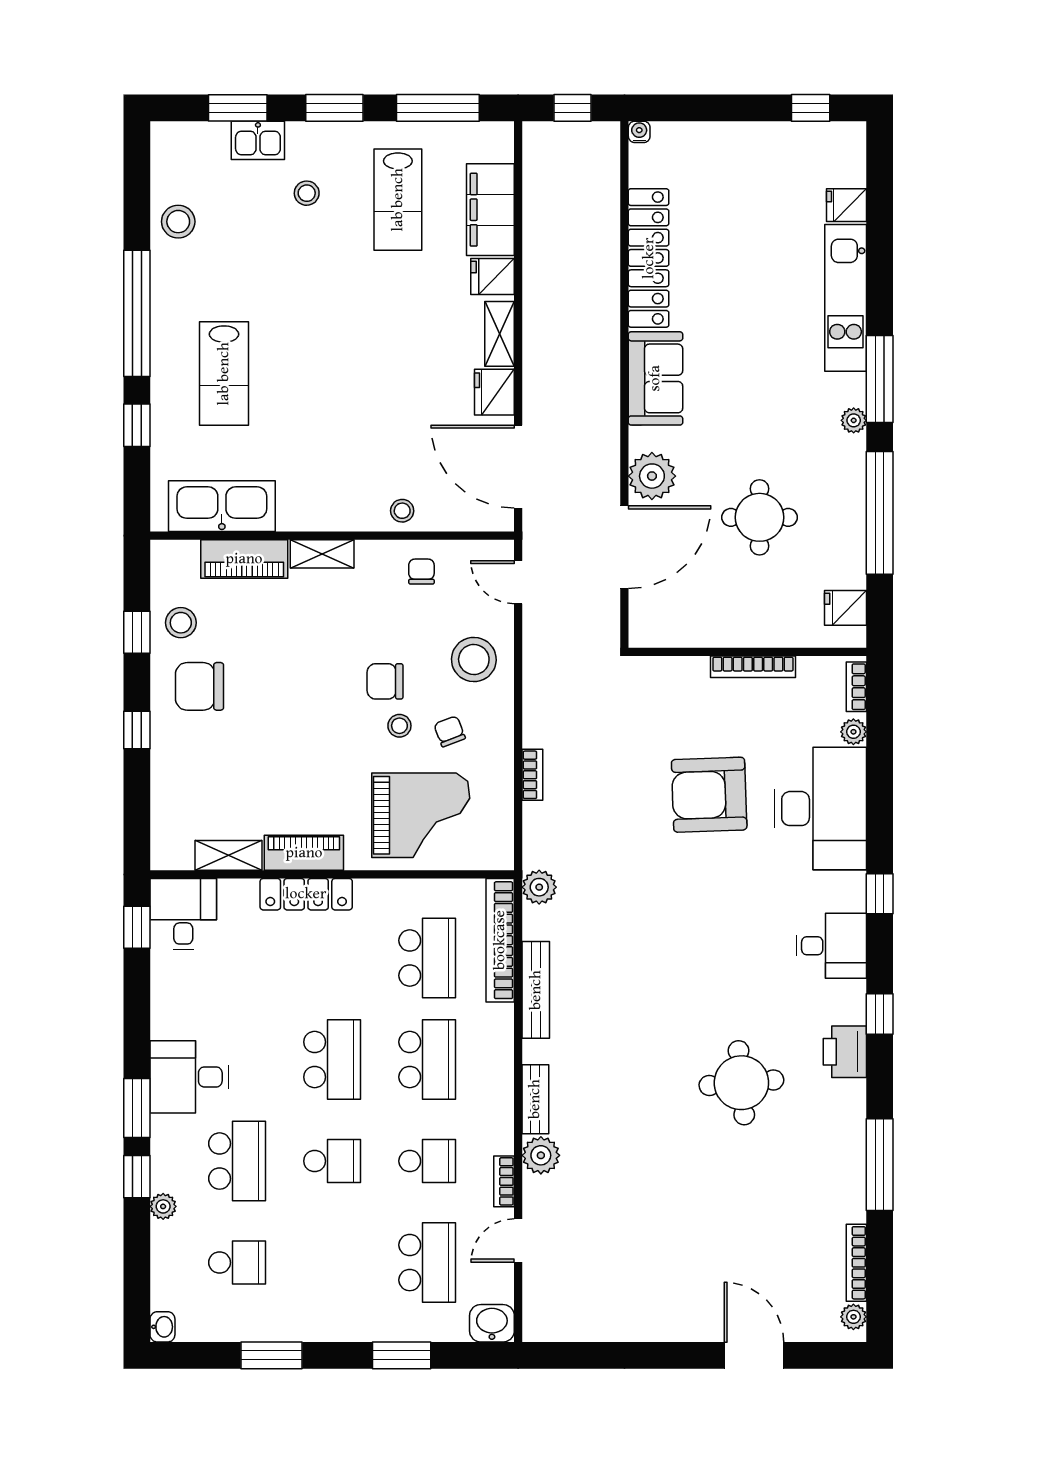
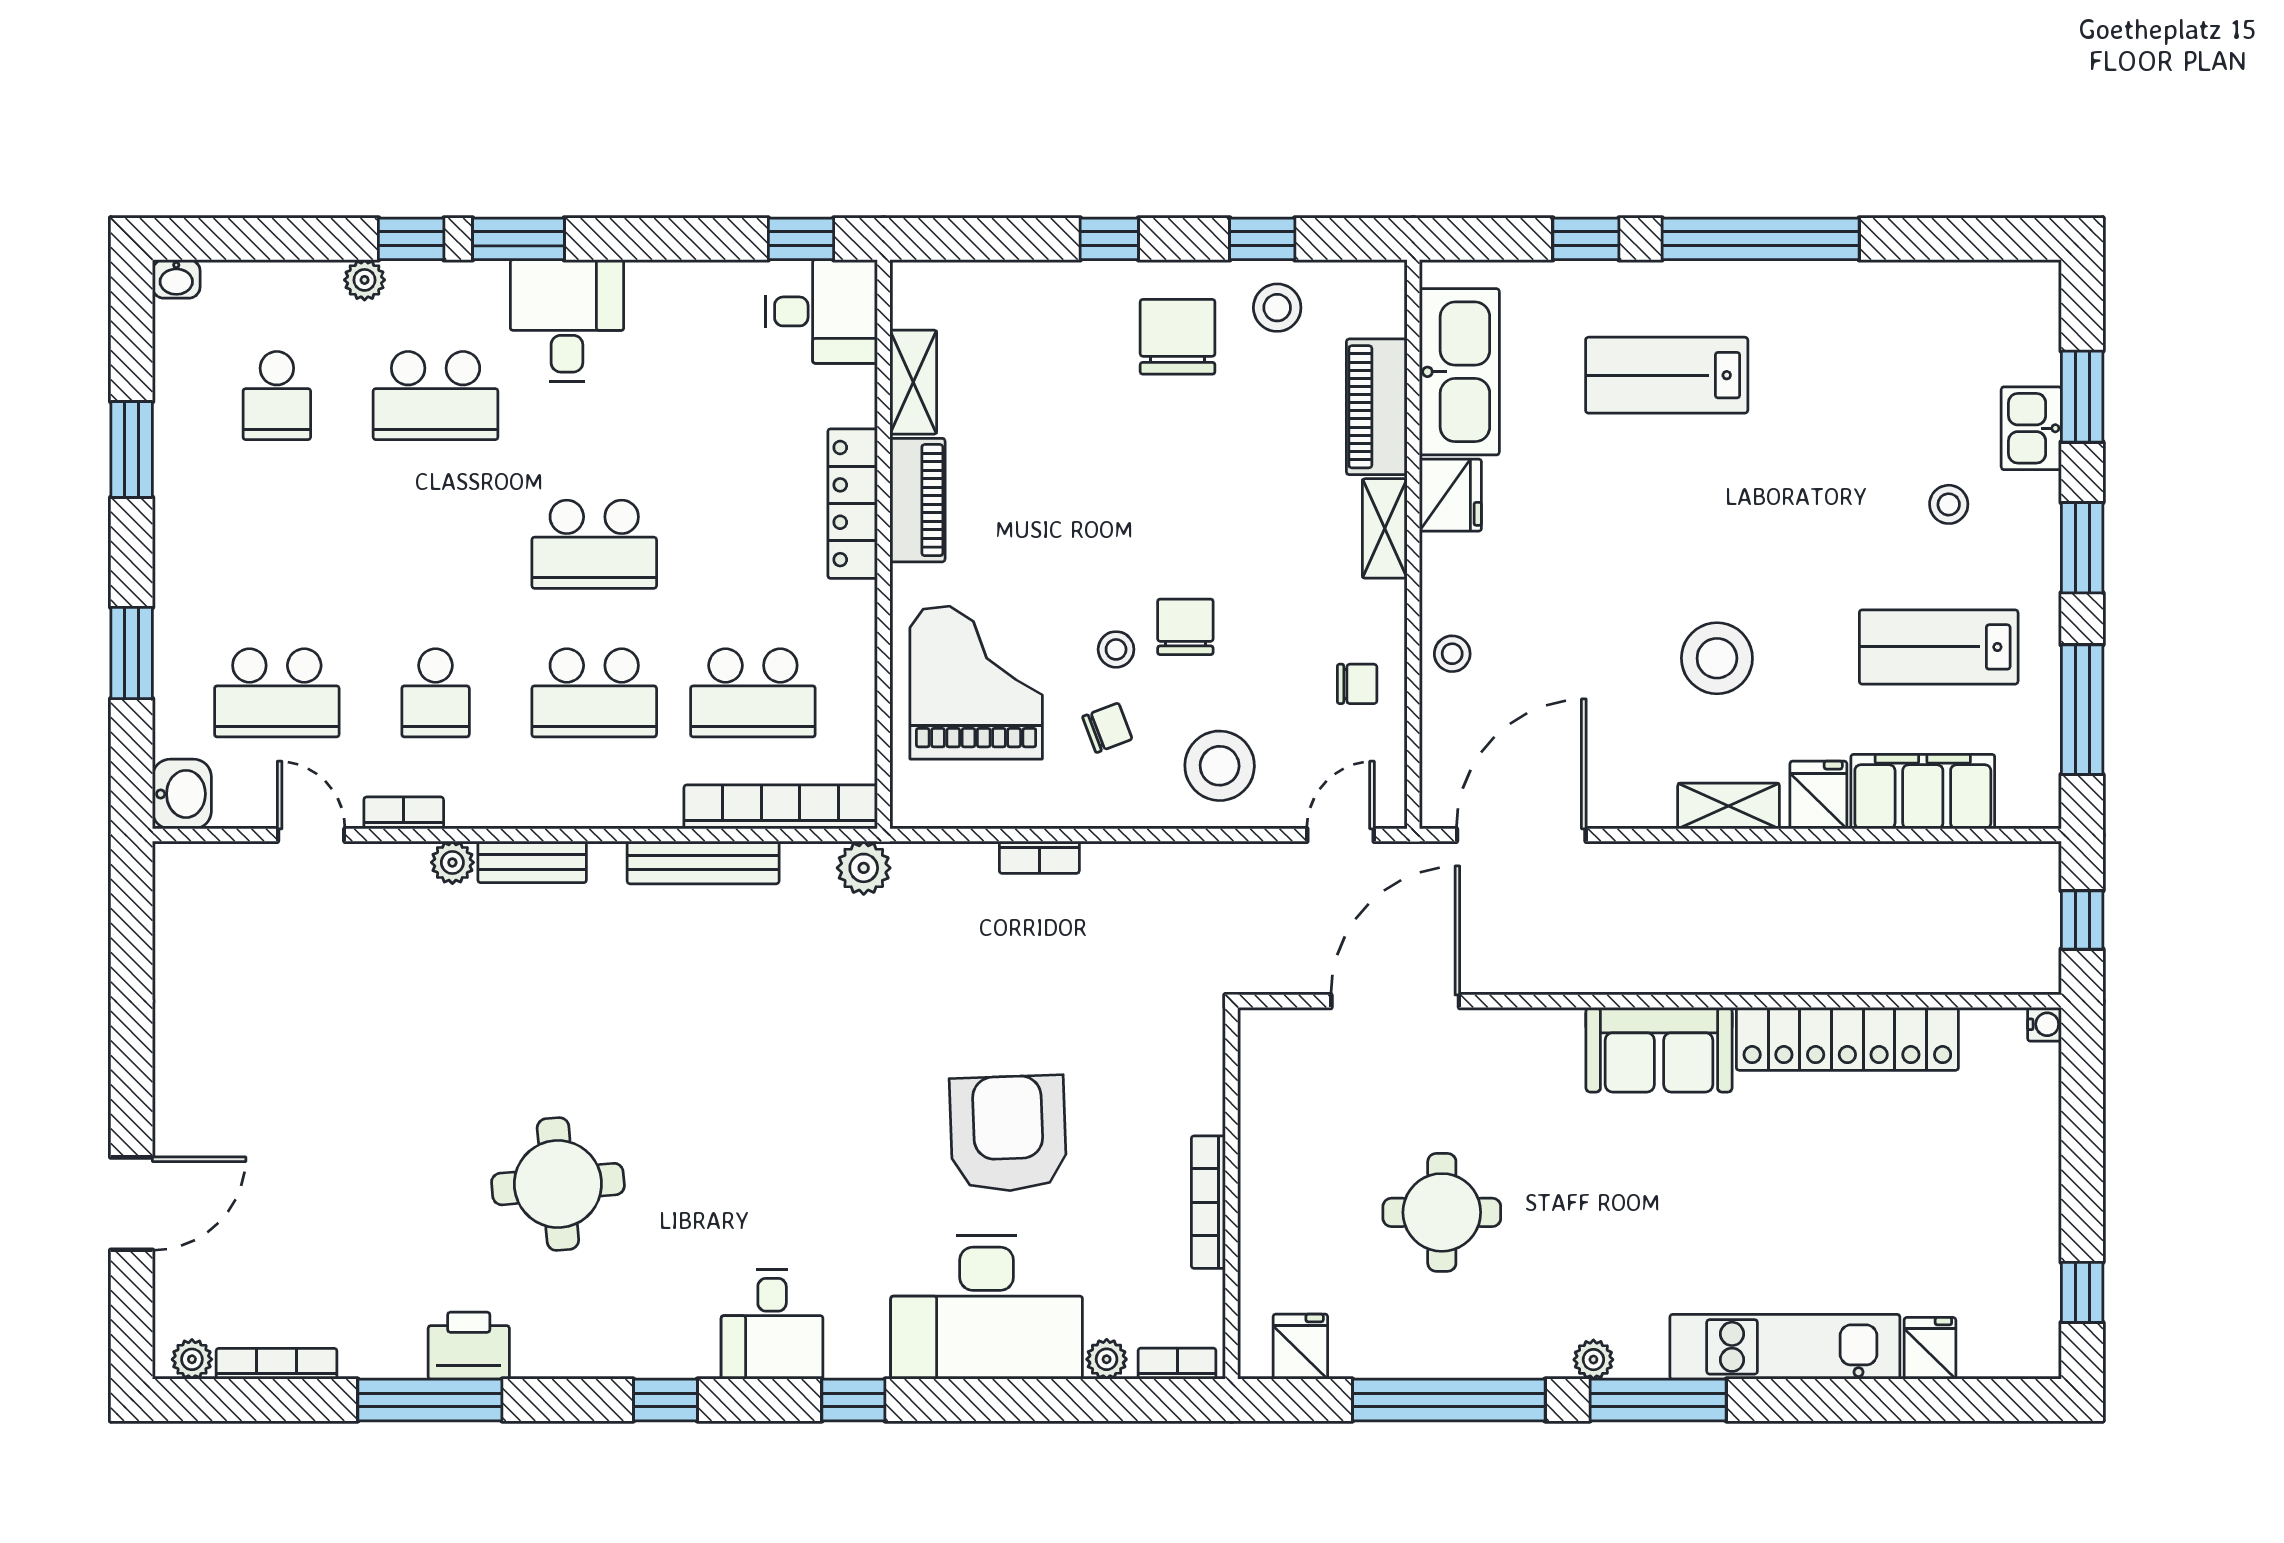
stool: (178, 222) -> (1717, 658), moved, width x1.38, depth x1.38
fridge: (494, 392) -> (1450, 495), moved, turned 90
plant: (652, 476) -> (1506, 1044), removed
door: (624, 547) -> (1395, 1001), swing flipped
grand piano: (421, 815) -> (976, 683), turned 180
printer: (845, 1052) -> (469, 1346), moved
plant: (541, 1155) -> (452, 862), width x0.73, depth x0.73
school desk: (332, 1161) -> (436, 544), removed

